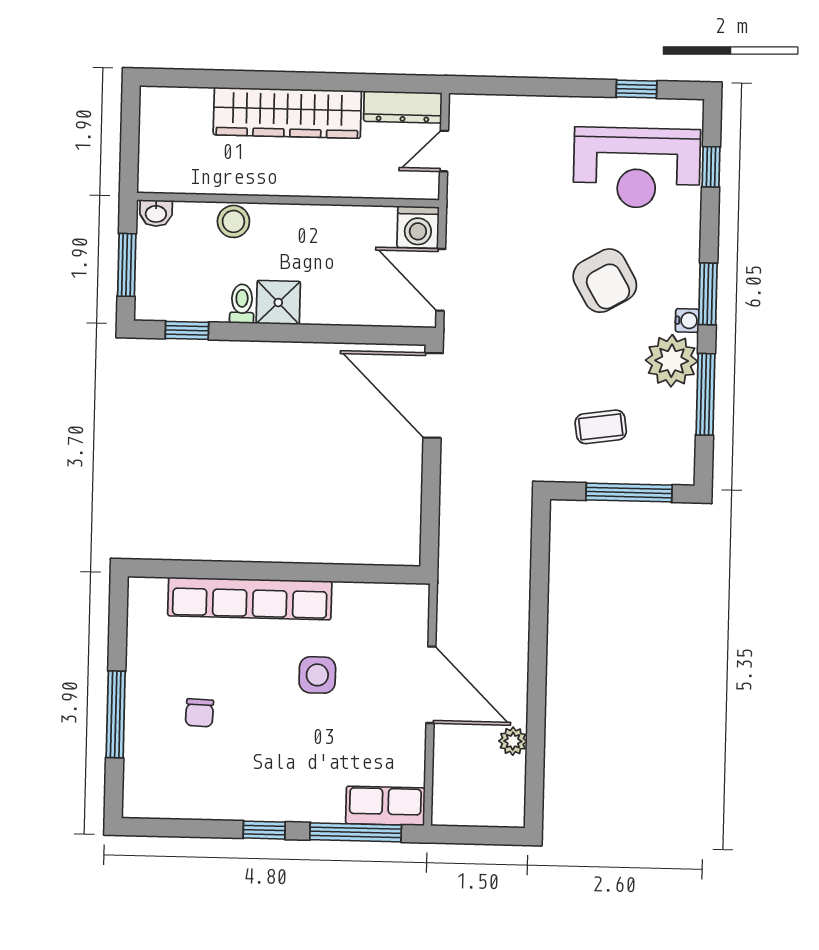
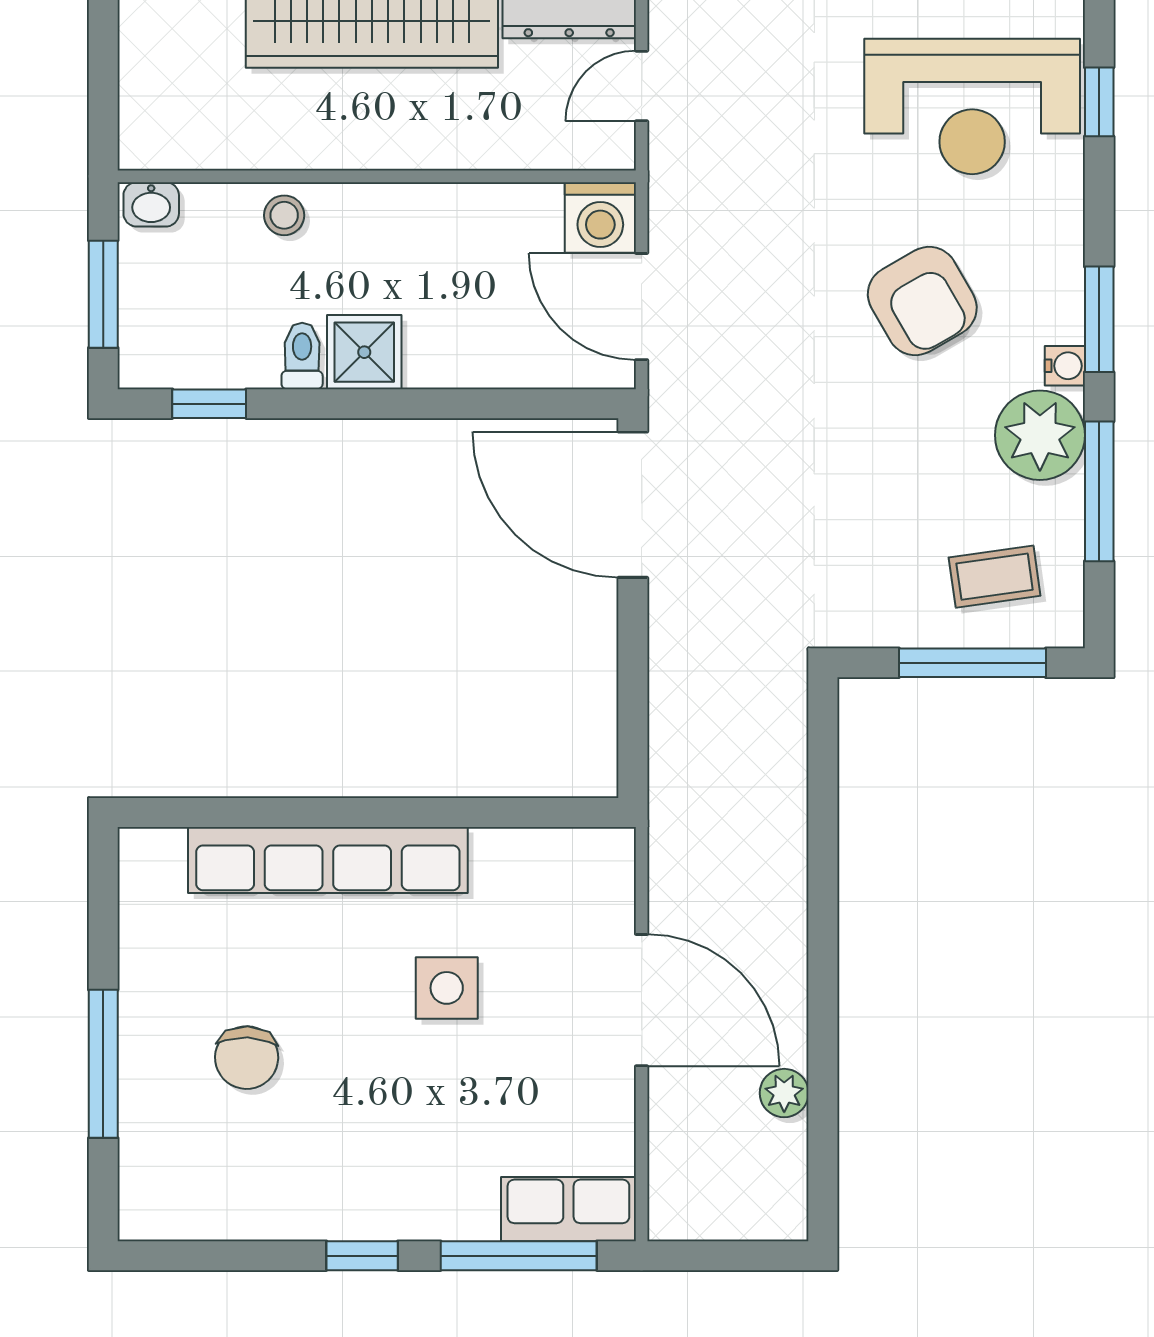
stool: (233, 221) -> (284, 215), width x0.73, depth x0.73
coffee table: (601, 427) -> (995, 577), moved
chair: (199, 713) -> (247, 1058), width x1.37, depth x1.37

